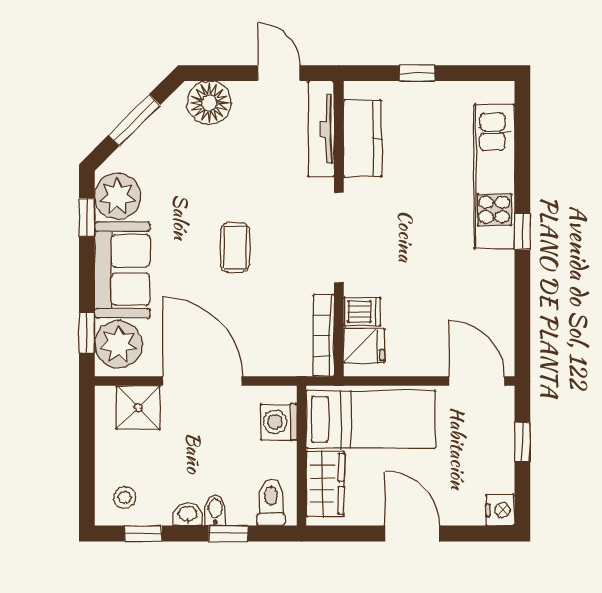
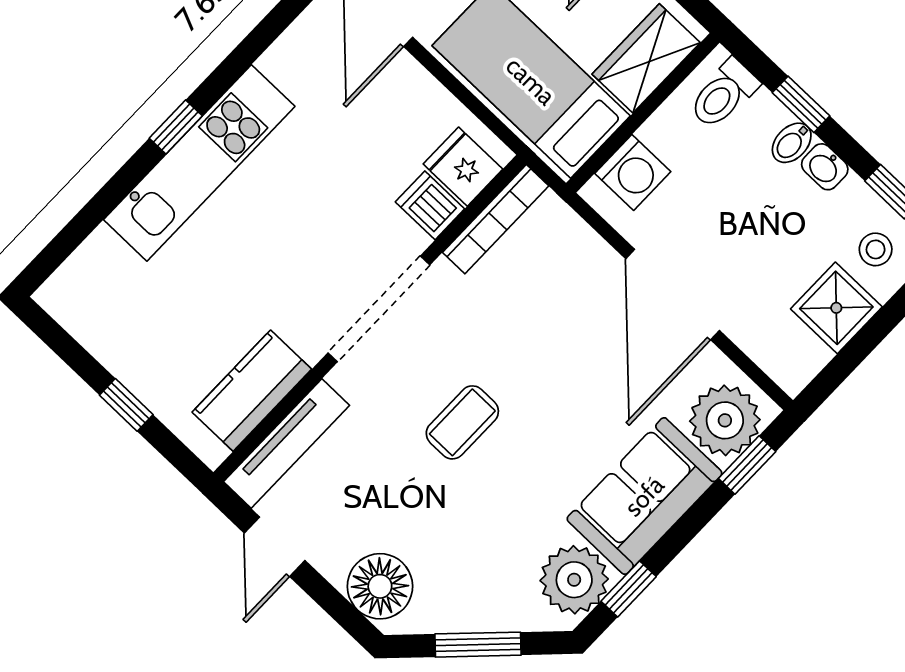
kitchen unit: (494, 176) -> (199, 163), moved
coffee table: (235, 248) -> (462, 422), moved
shower: (138, 408) -> (836, 308), moved

